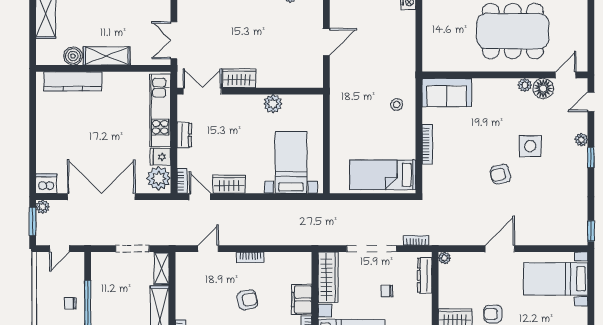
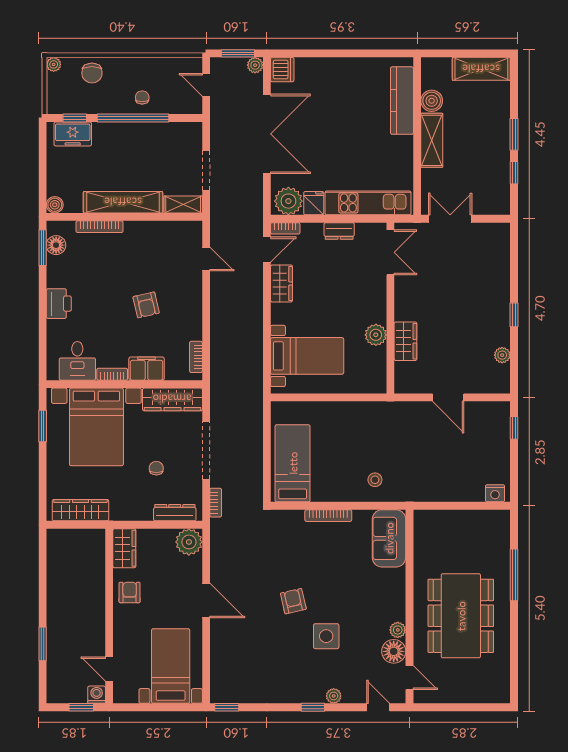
wardrobe: (239, 78) -> (405, 341), moved
bookcase: (250, 257) -> (196, 357), moved
plant: (444, 258) -> (189, 542), width x1.87, depth x1.87

